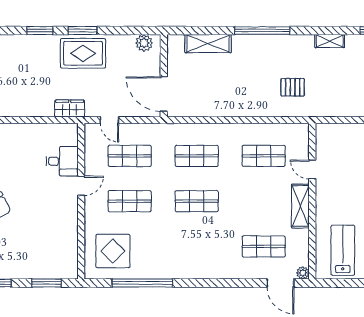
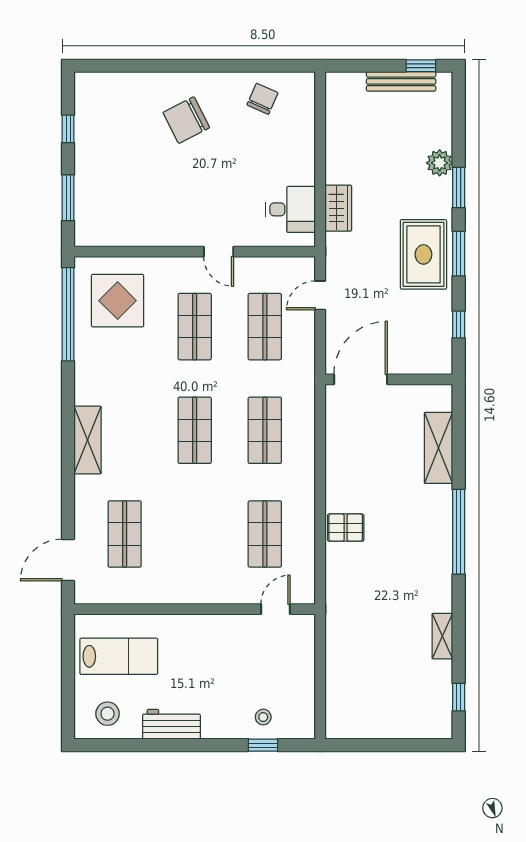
window: (128, 31) -> (459, 324), added
plant: (144, 43) -> (440, 163), moved
pallet: (293, 87) -> (346, 528), moved, turned 90
wardrobe: (70, 108) -> (338, 208), moved
desk: (62, 161) -> (291, 209), moved, turned -90
door: (312, 169) -> (275, 609), moved
shelving: (300, 206) -> (88, 440), moved, turned 90
plant: (303, 273) -> (84, 595), removed
window: (142, 283) -> (68, 314), moved

